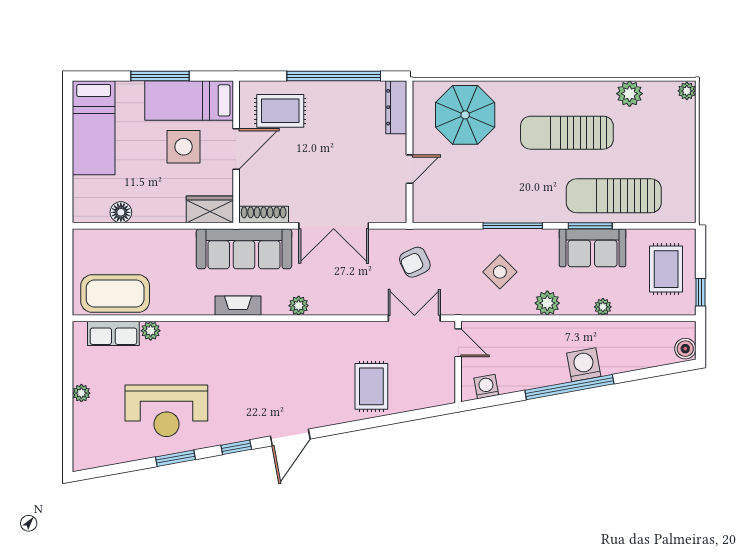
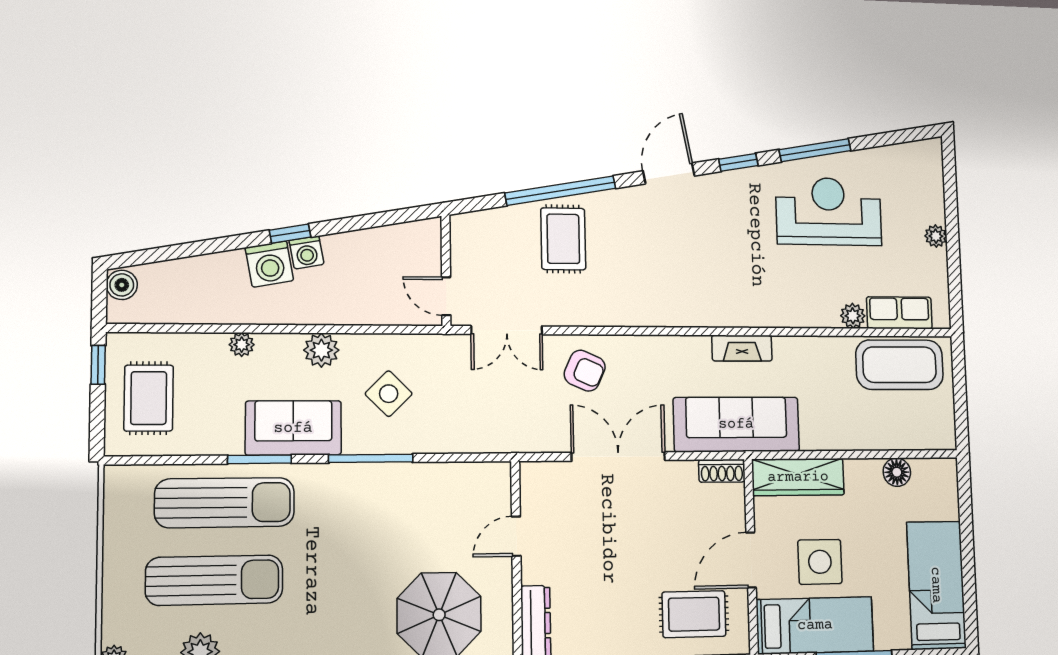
sun lounger: (567, 133) -> (214, 580), moved
wardrobe: (210, 209) -> (798, 477), width x1.50
shoe rack: (264, 215) -> (722, 471), width x0.70
sofa: (593, 248) -> (293, 428), moved
armchair: (415, 262) -> (585, 371), moved, turned 49
plant: (299, 306) -> (663, 348), removed
washing machine: (486, 387) -> (307, 252), moved
window: (569, 387) -> (290, 234), width x0.32
window: (373, 423) -> (560, 191), added
window: (175, 458) -> (815, 150), width x1.44

